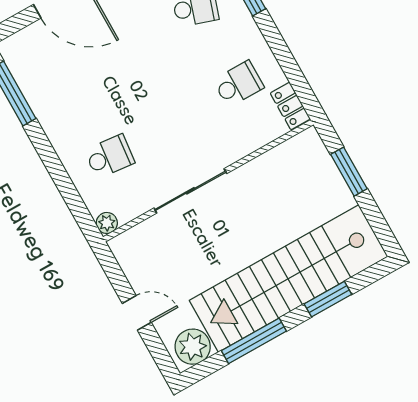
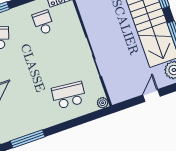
school desk: (110, 156) -> (69, 95), width x1.85

